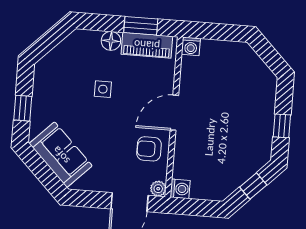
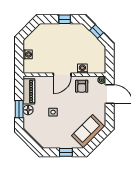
window: (141, 26) -> (19, 109), moved
washing machine: (191, 46) -> (28, 54), moved
door: (174, 113) -> (62, 75), hinge flipped
washing machine: (180, 189) -> (82, 69), moved

